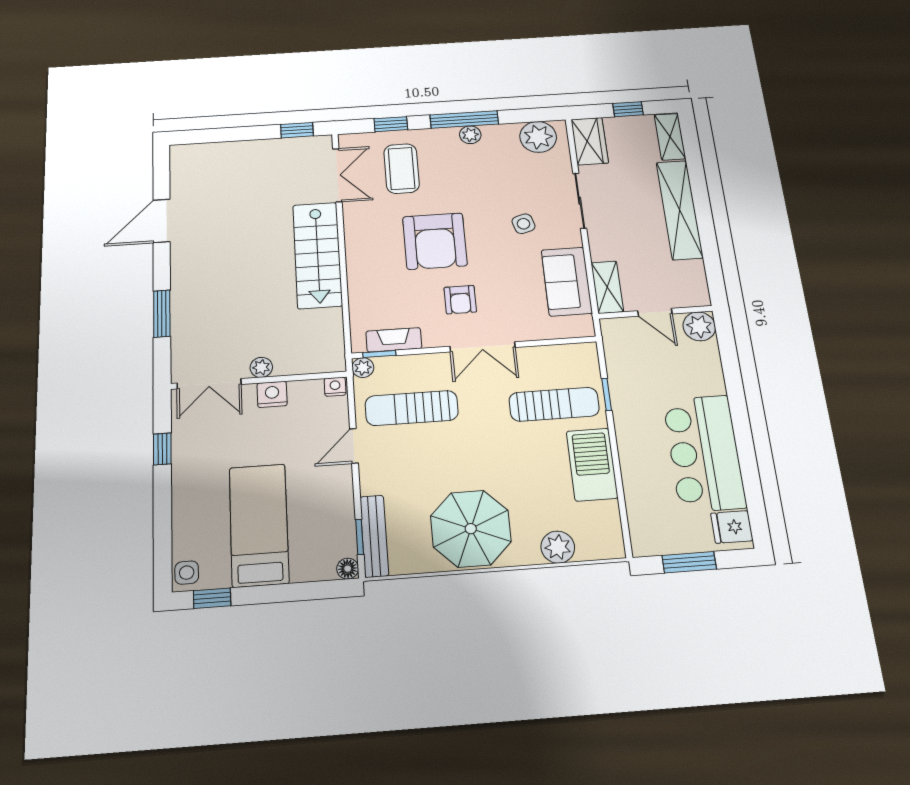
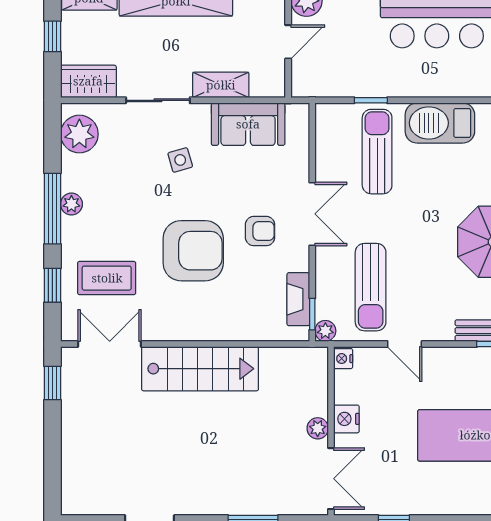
shelving: (607, 287) -> (221, 85), moved

